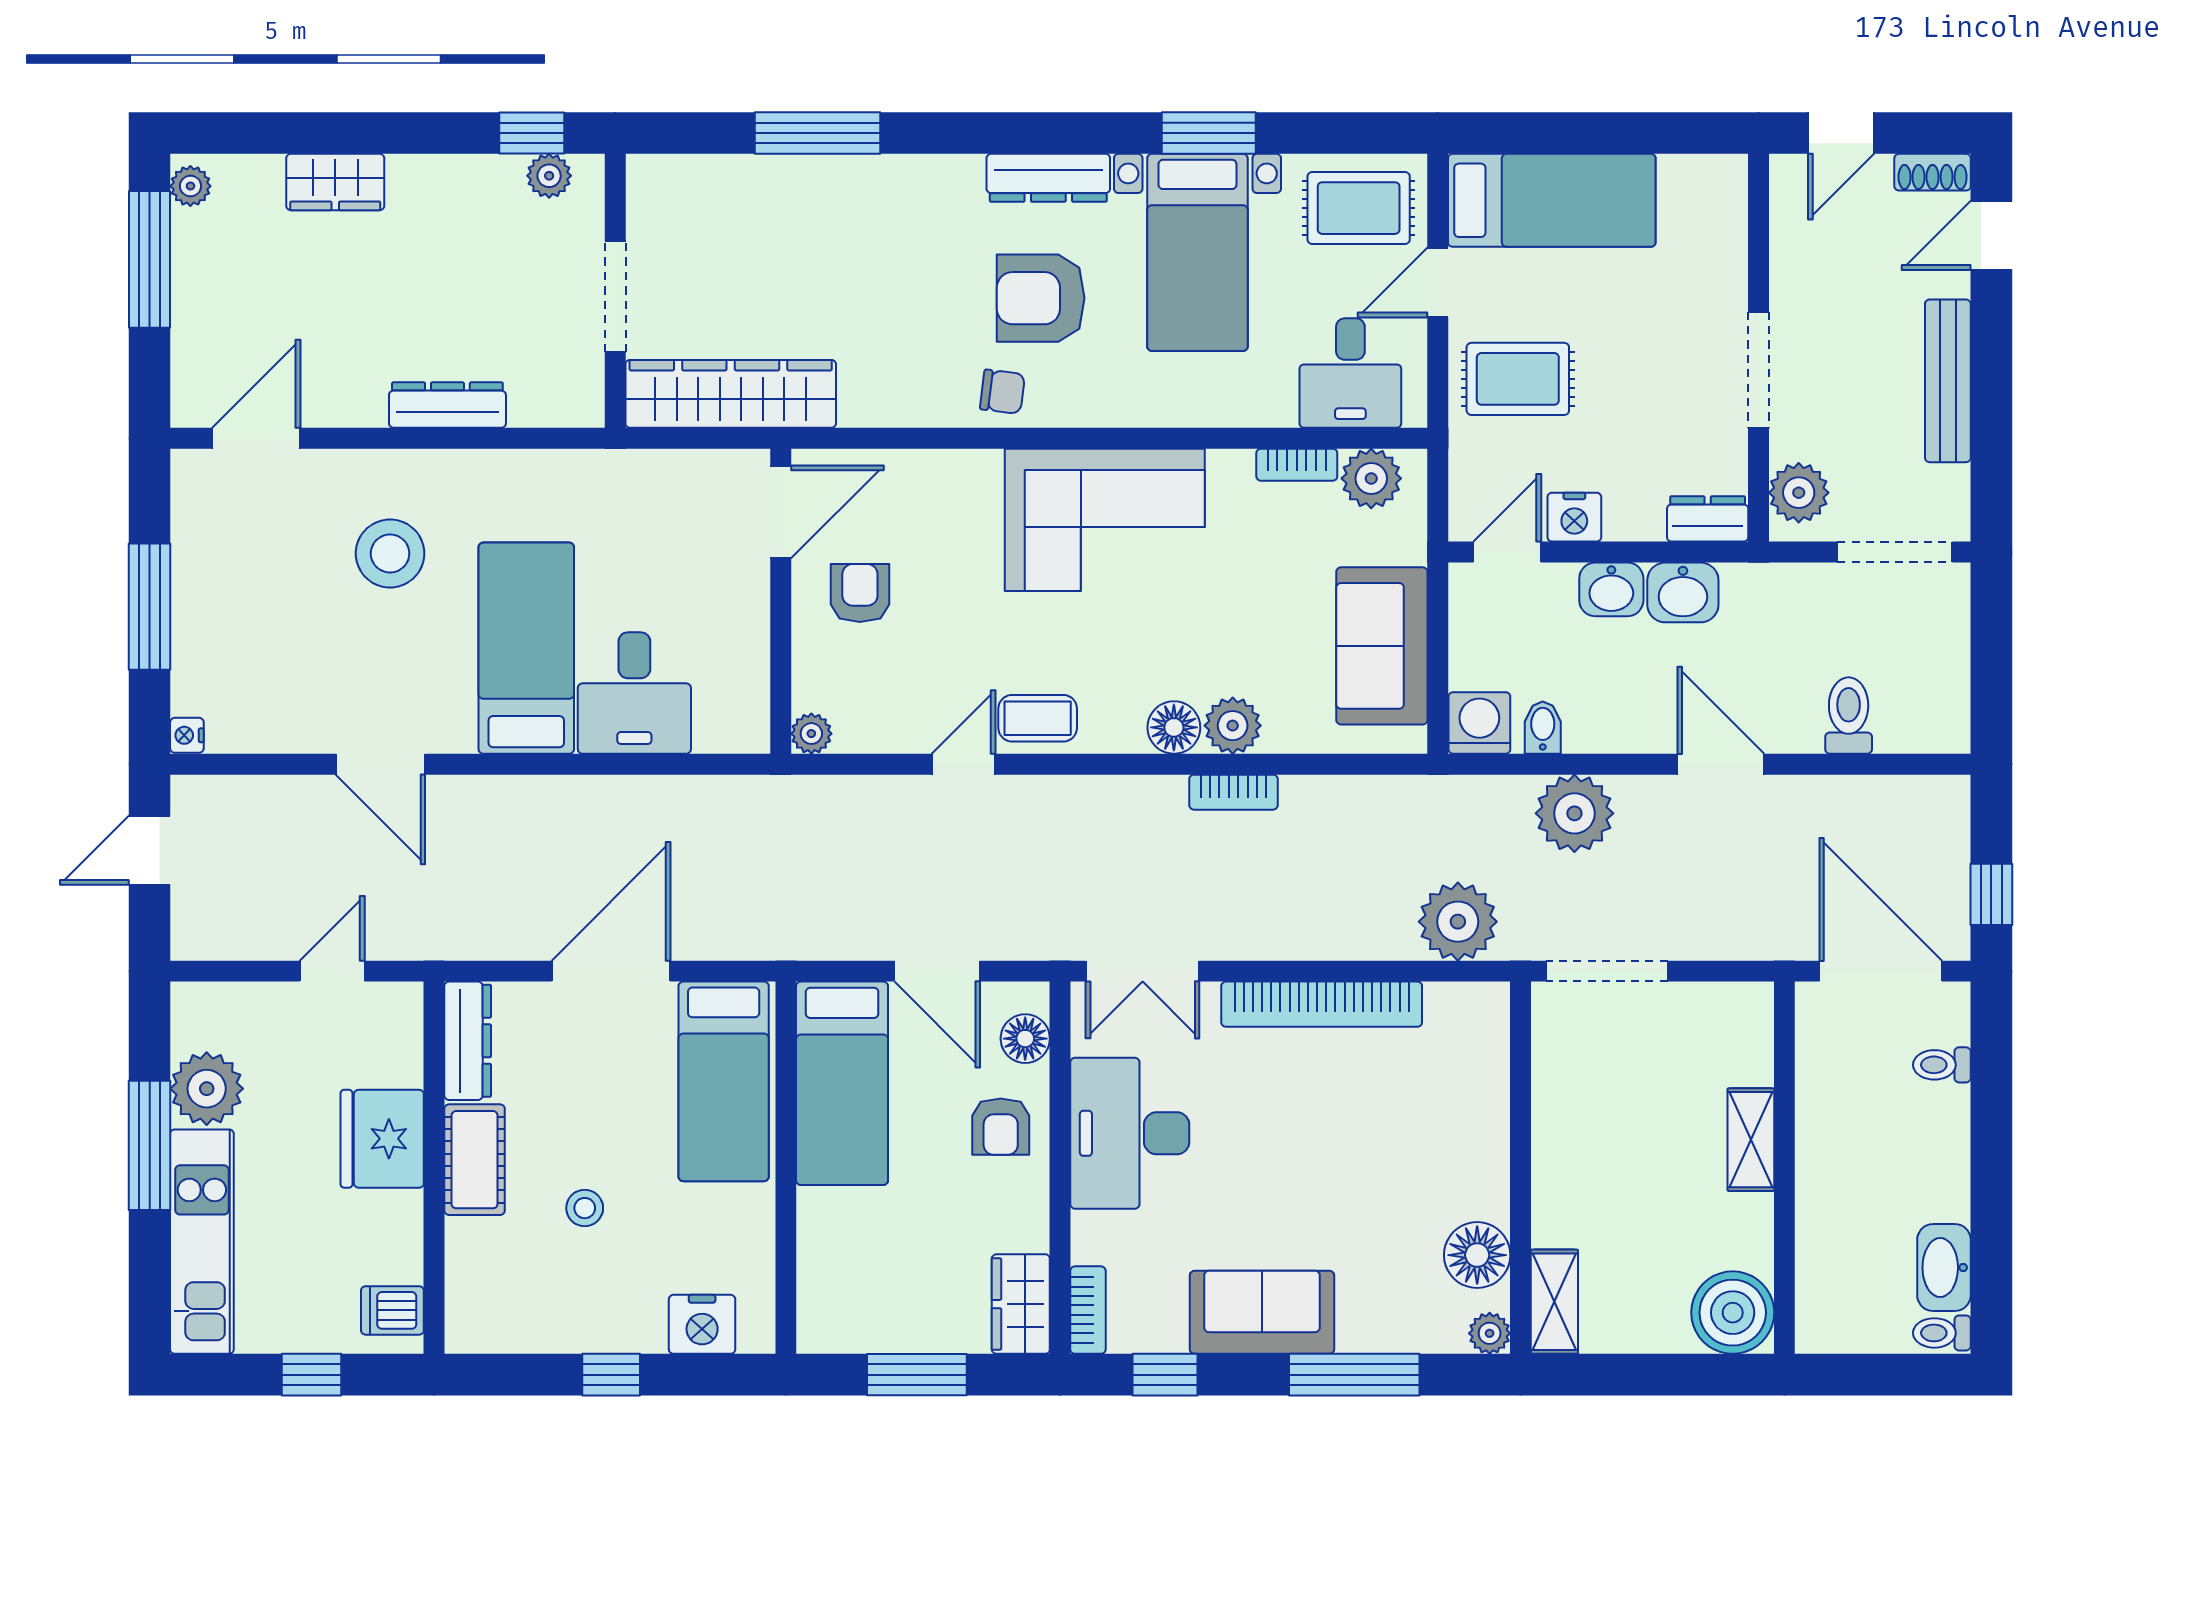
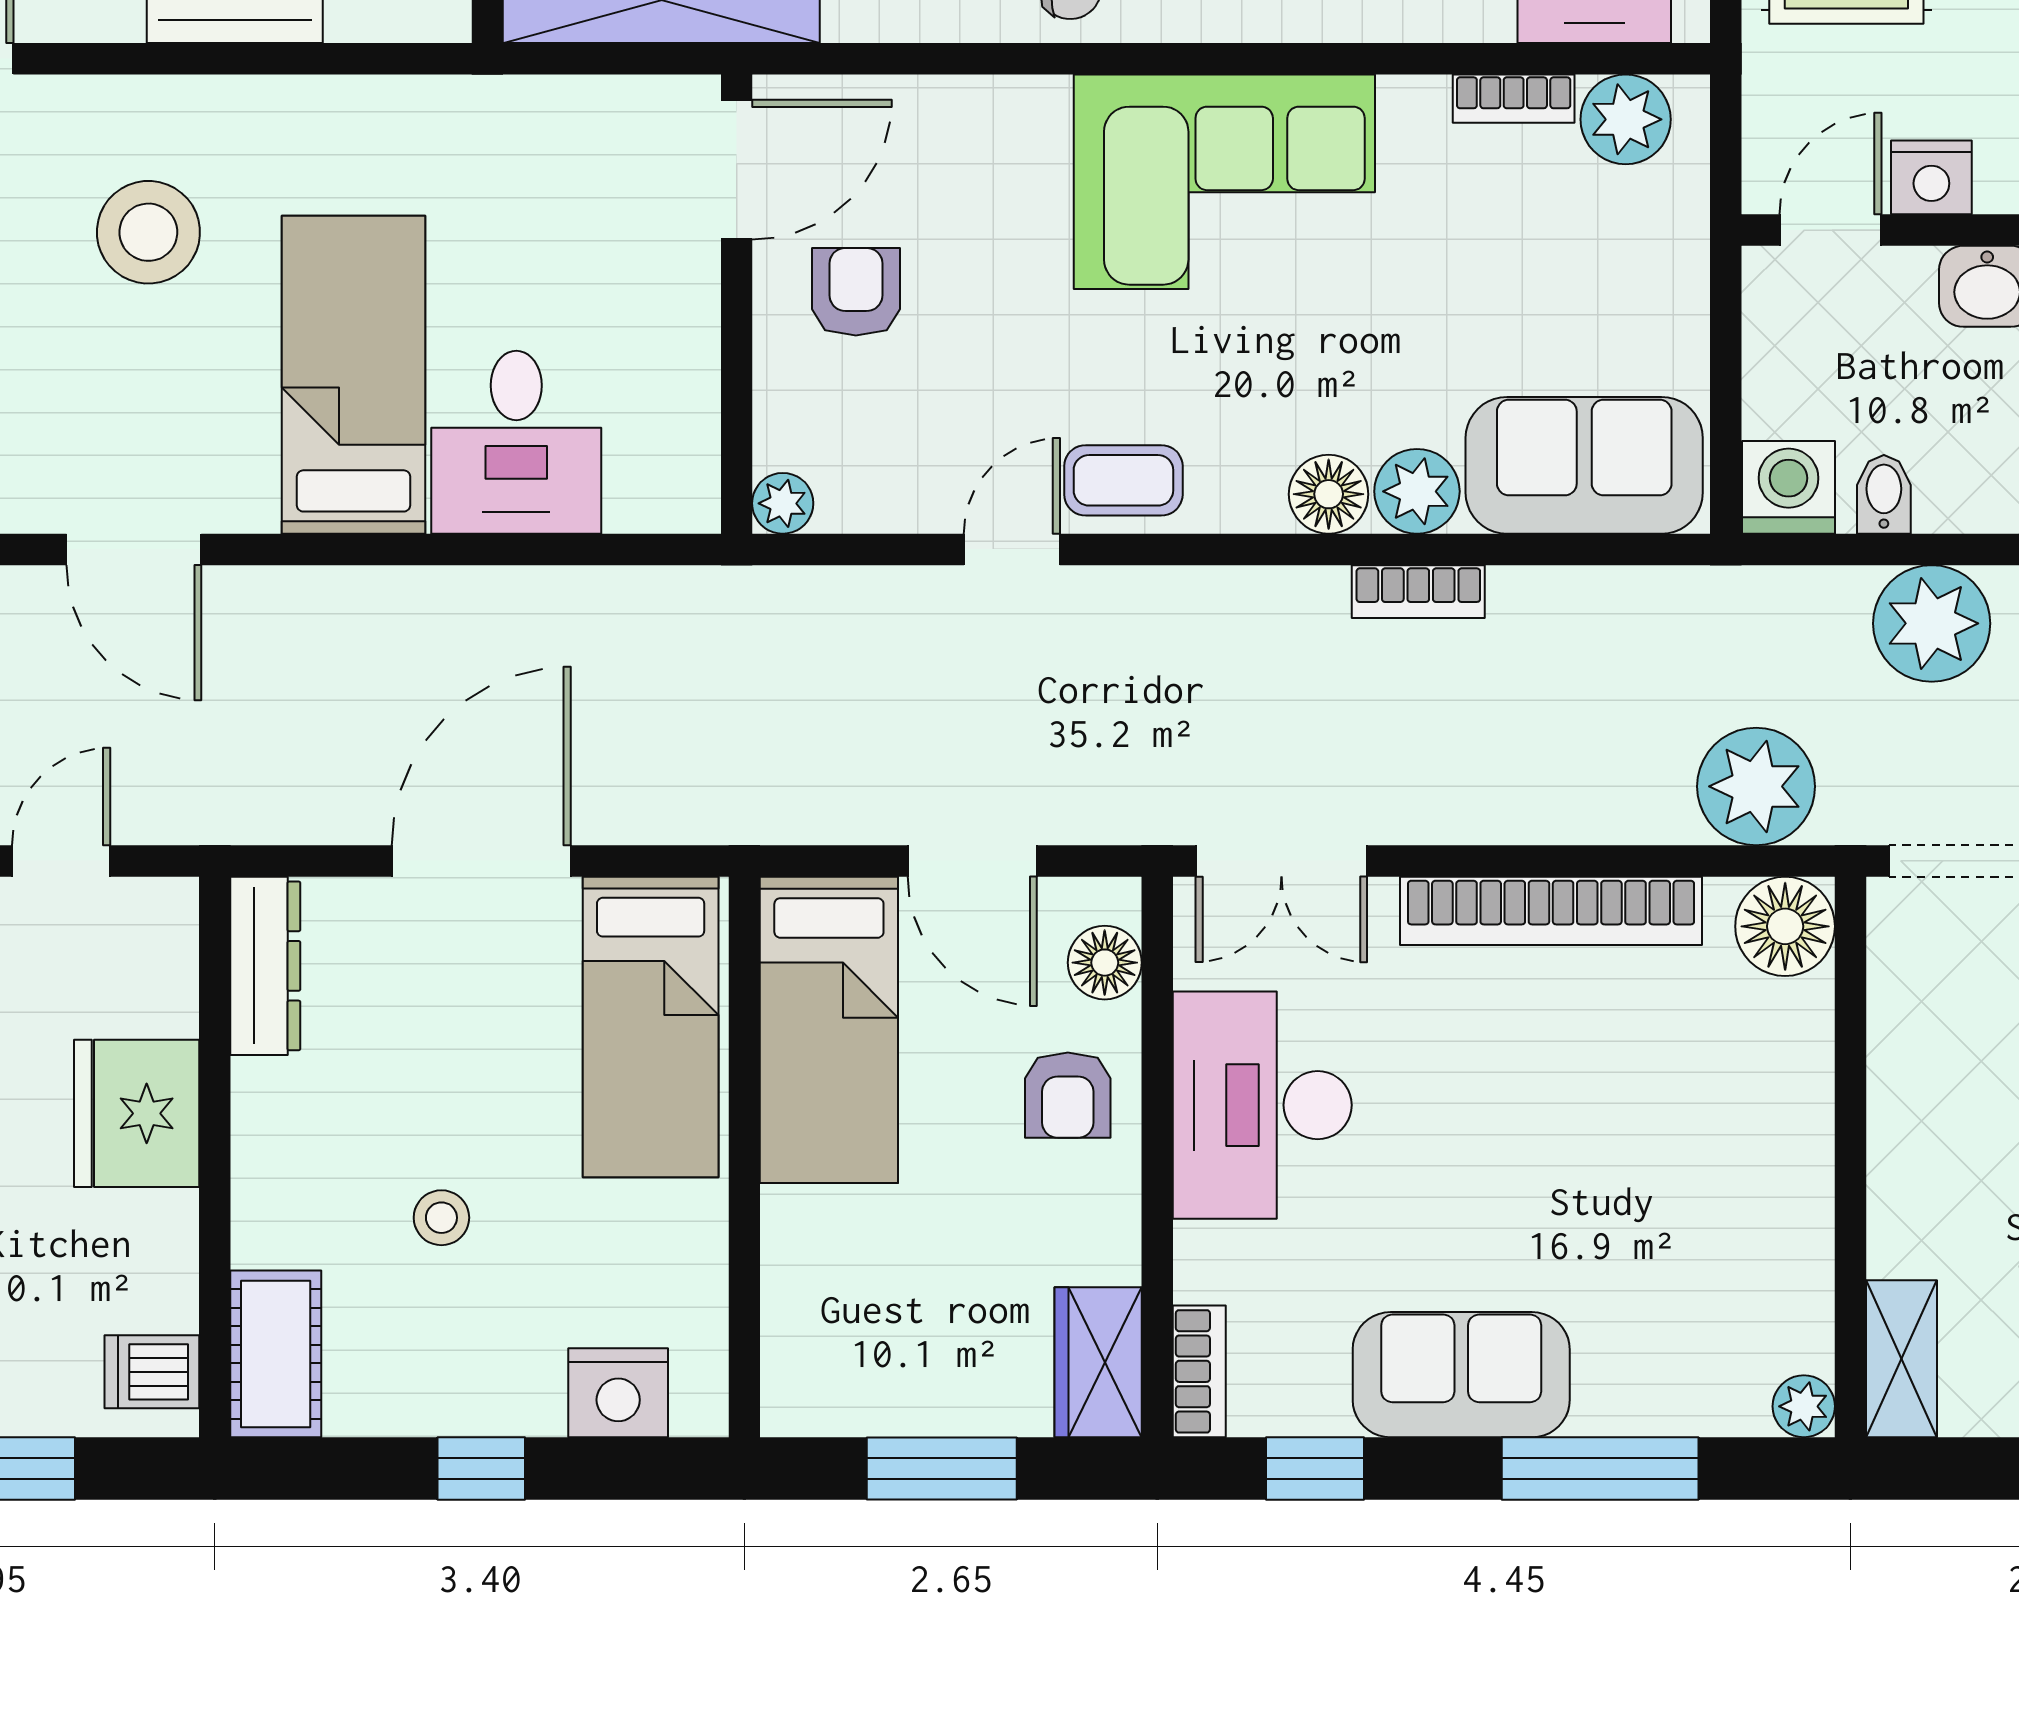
sofa: (1382, 646) -> (1584, 465), moved, turned 90
cot: (475, 1160) -> (276, 1354), moved
floor lamp: (1477, 1255) -> (1785, 926), moved

